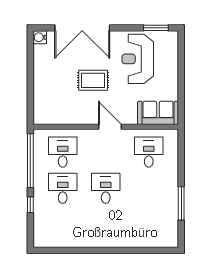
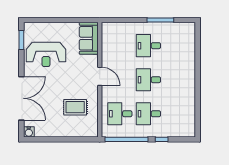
rug: (93, 80) -> (75, 107), moved, turned 90
door: (110, 127) -> (100, 76), swing flipped
desk: (149, 152) -> (148, 46), moved

